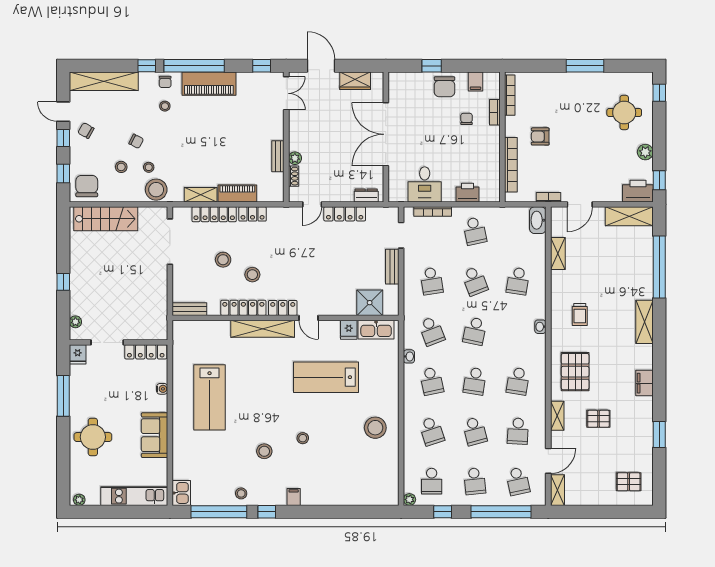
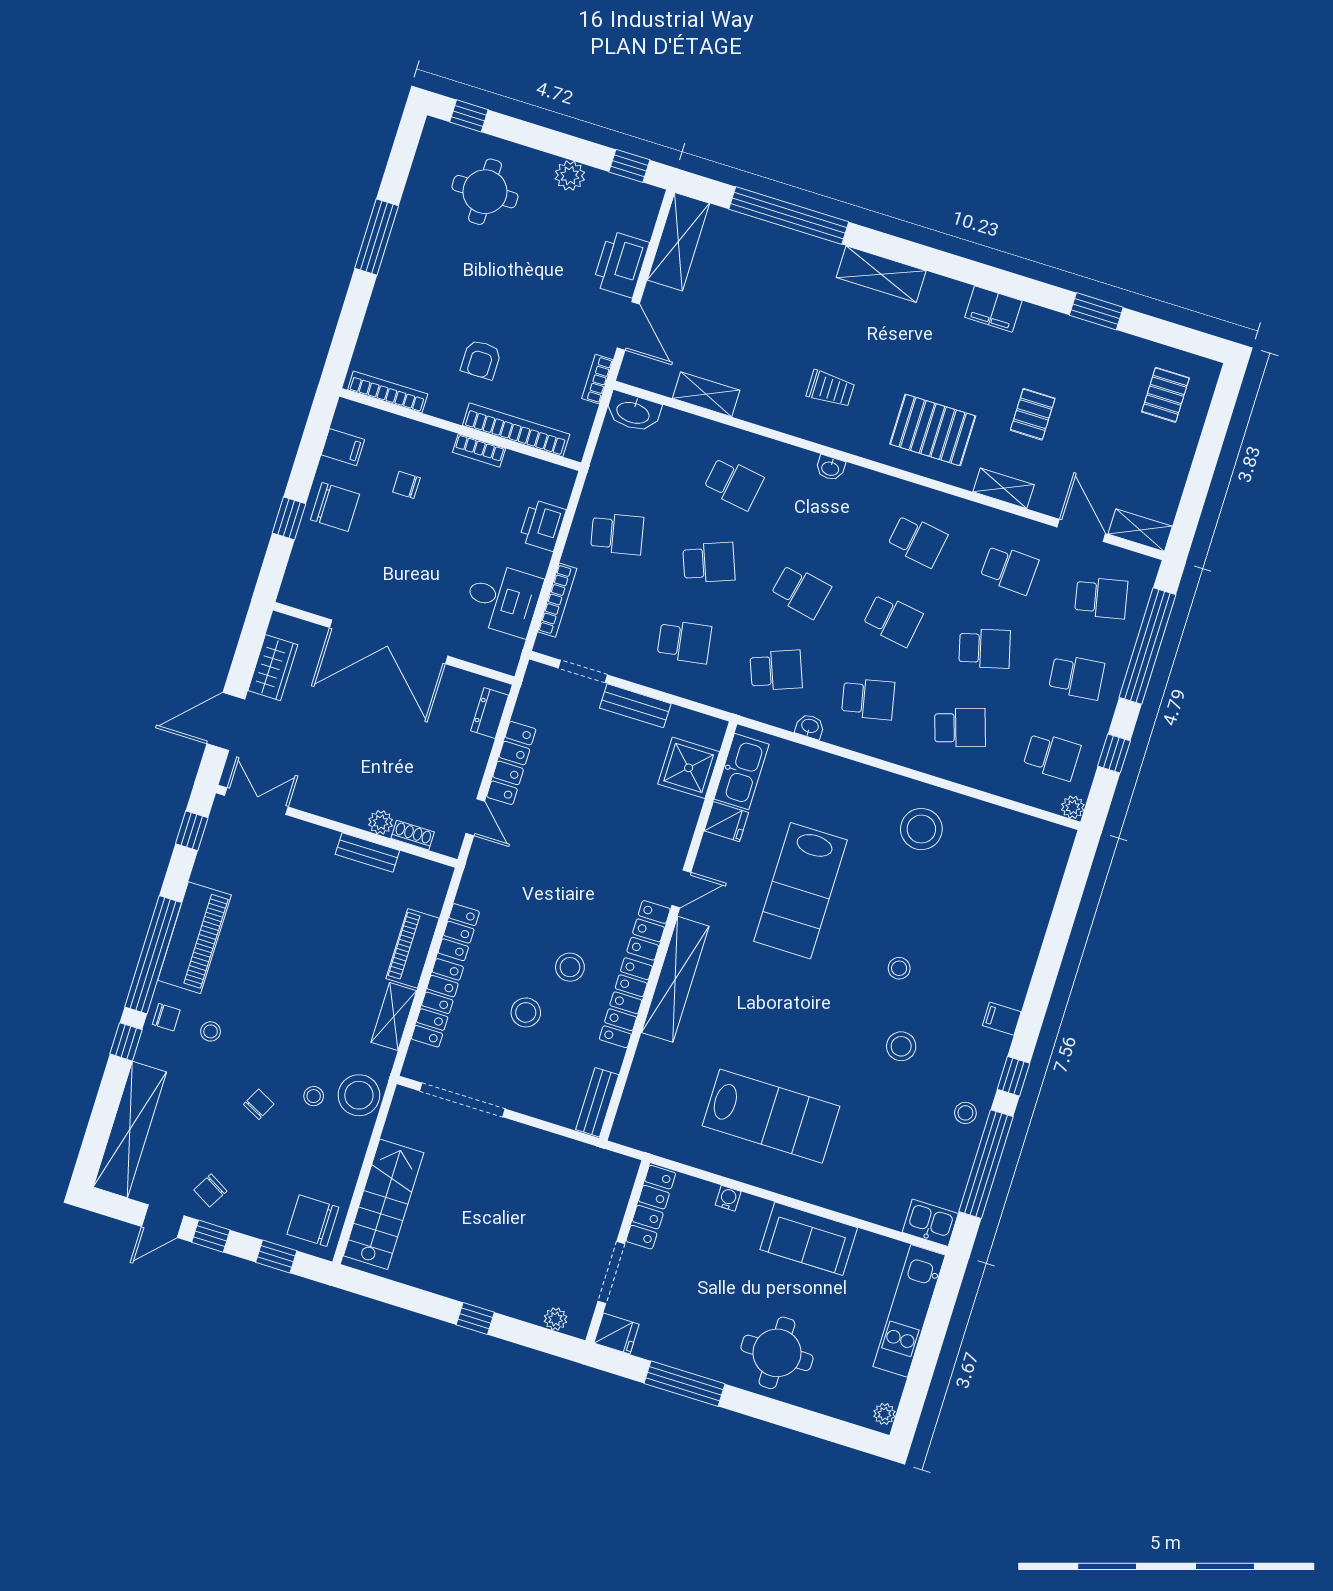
bookcase: (495, 112) -> (479, 450), moved
stool: (121, 167) -> (297, 1146), removed
printer: (638, 191) -> (621, 264), moved

